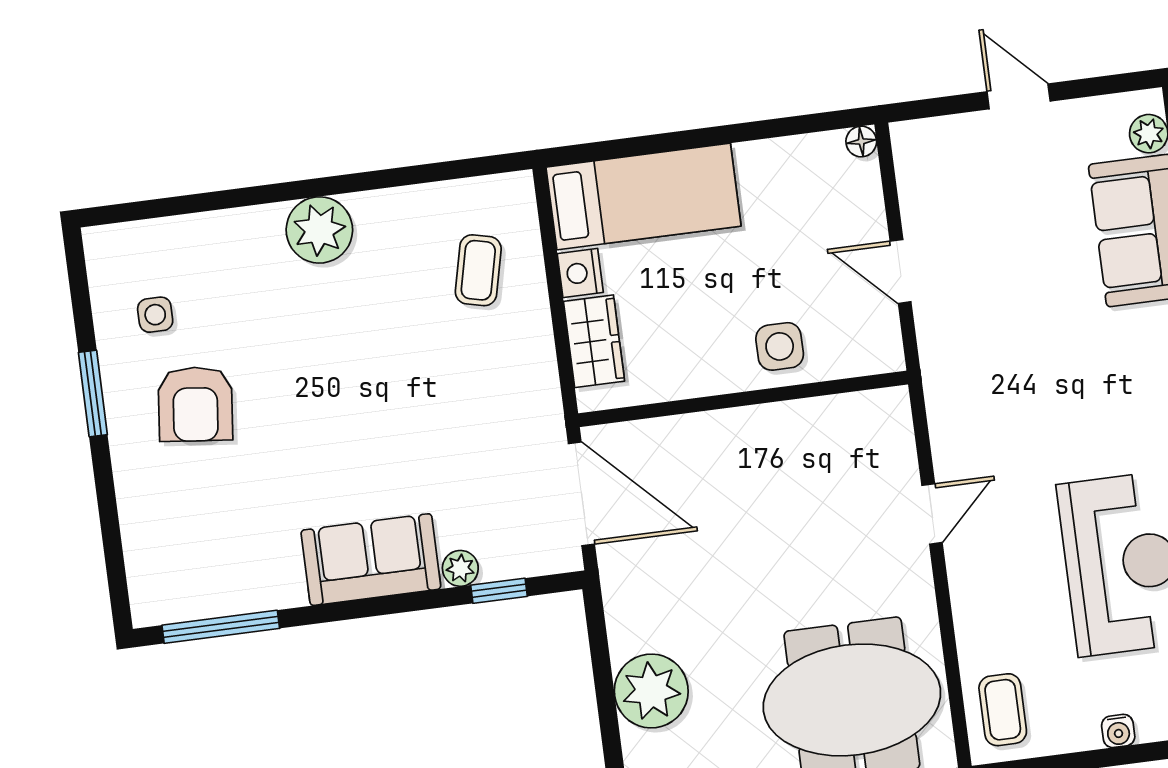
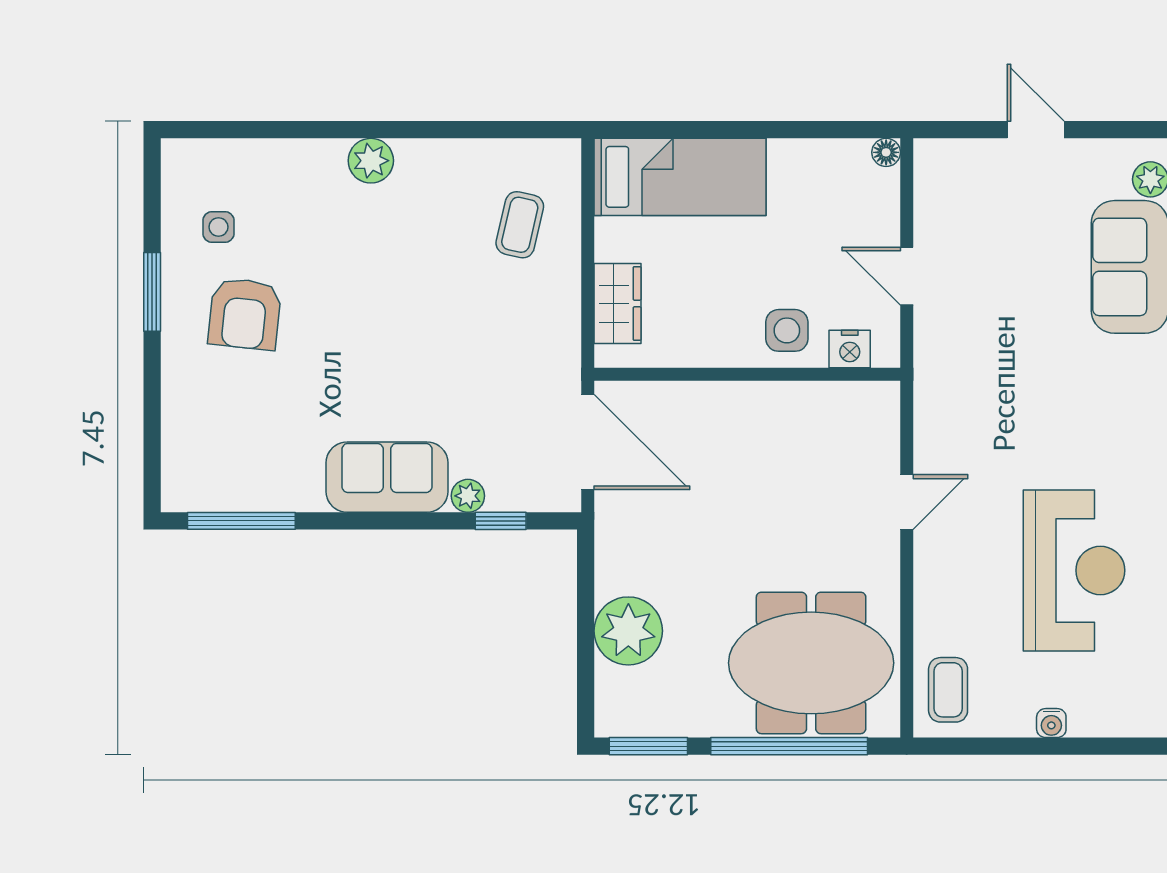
plant: (319, 230) -> (371, 161), width x0.73, depth x0.73
nightstand: (580, 273) -> (850, 349), moved, turned -90

